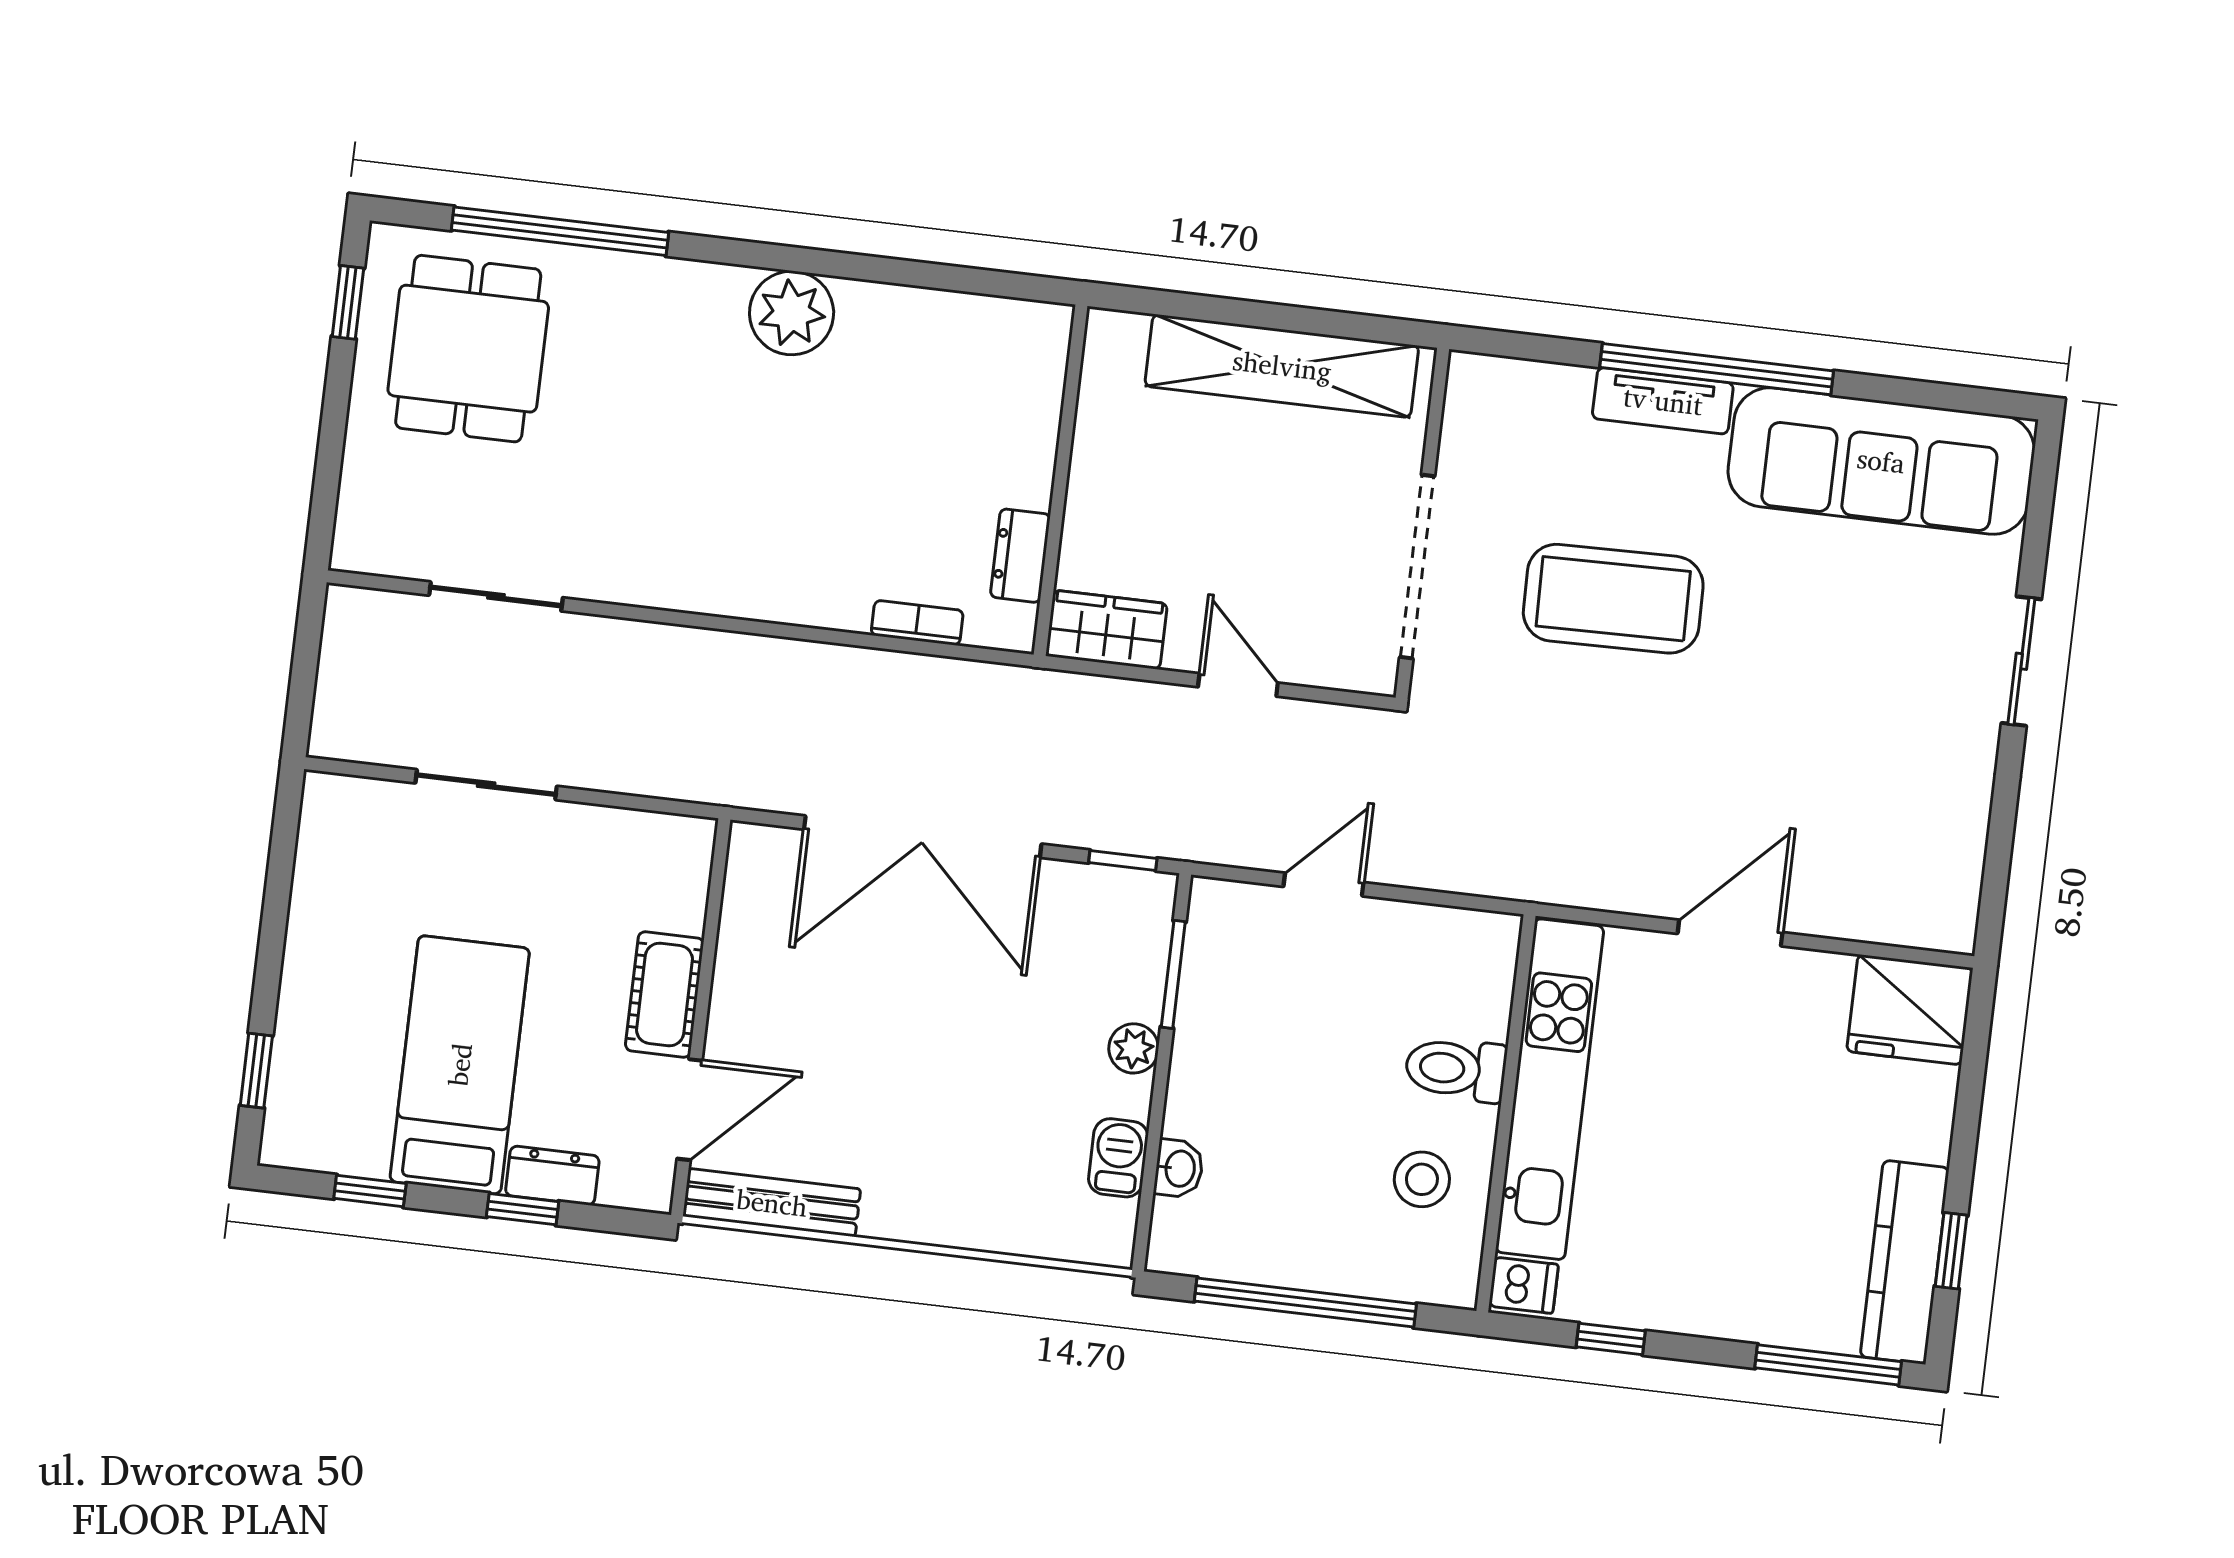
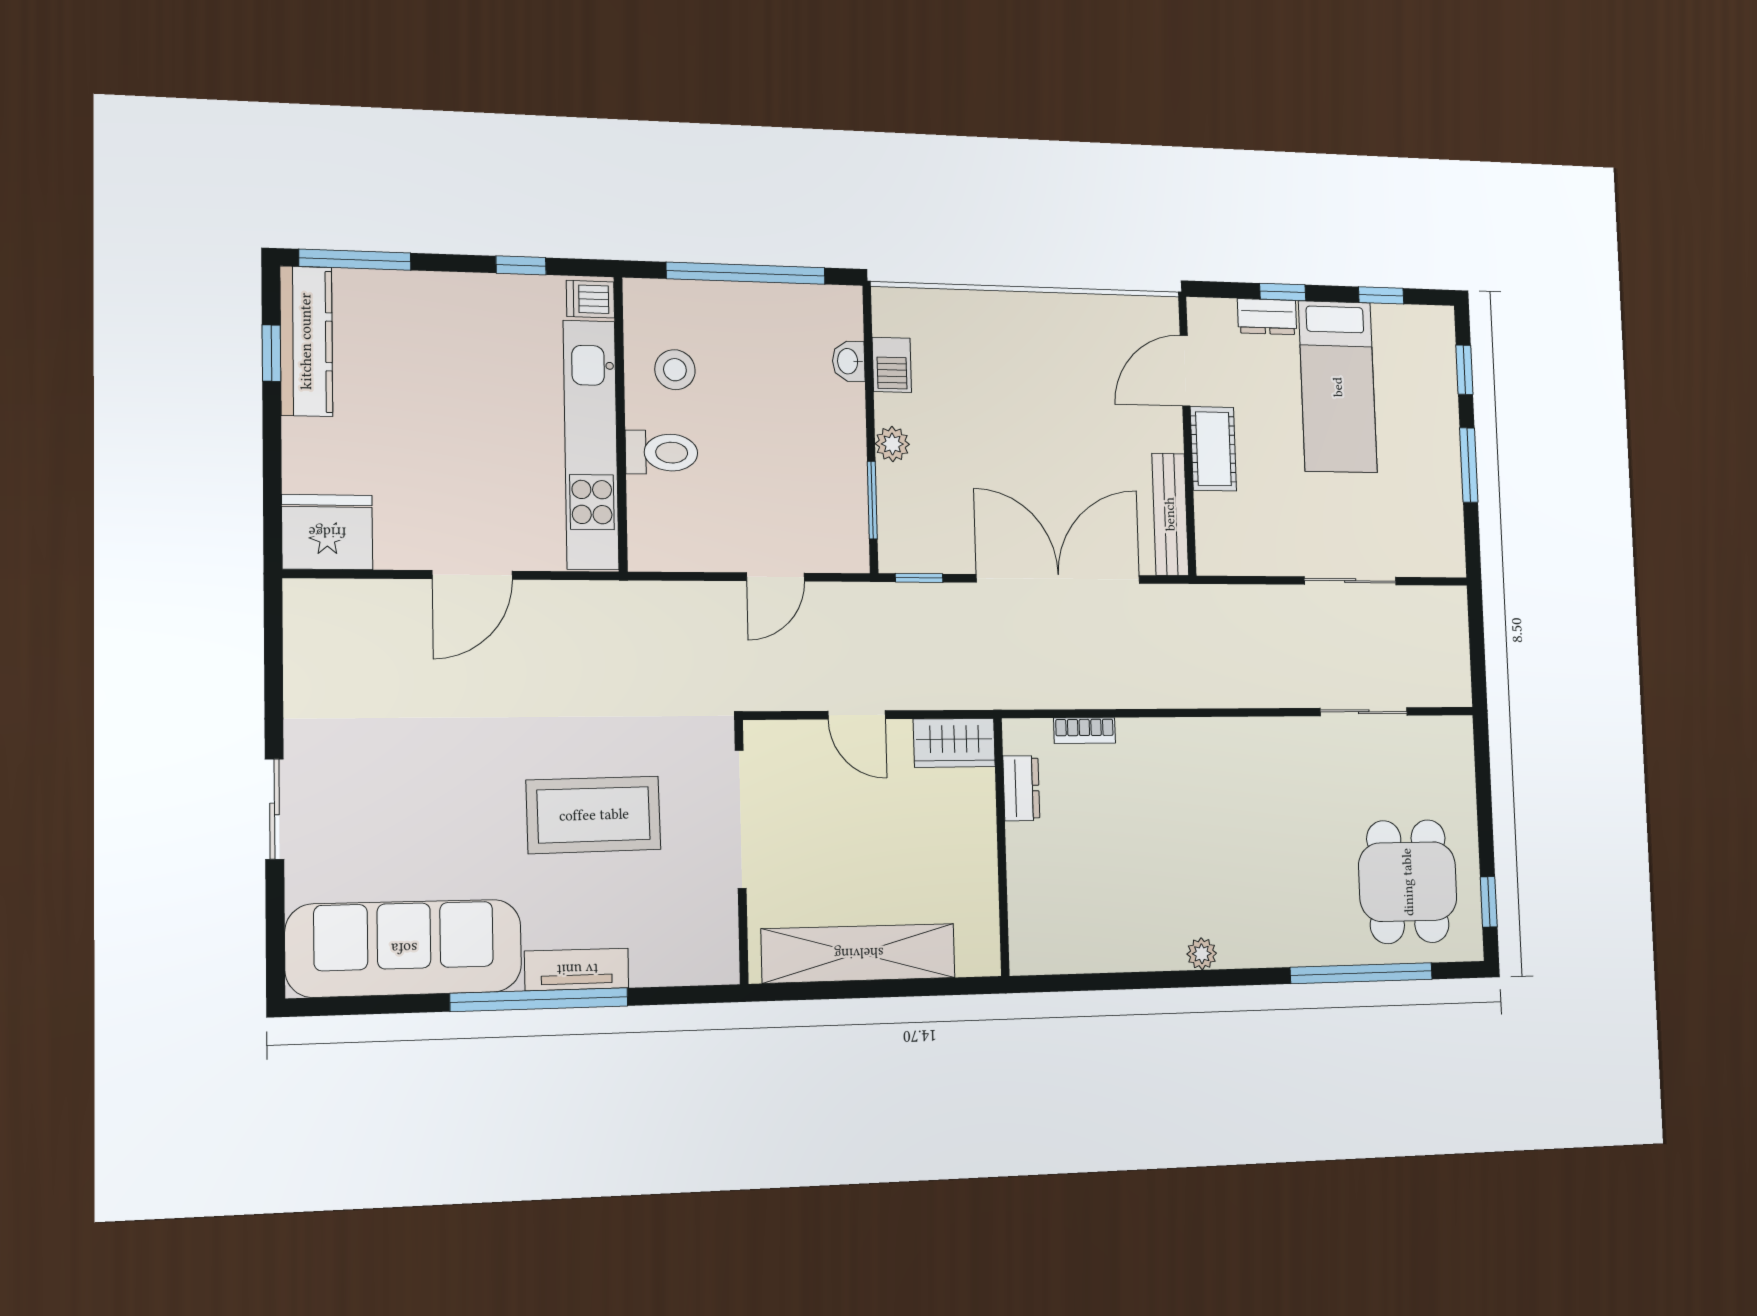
plant: (792, 313) -> (1202, 954), width x0.53, depth x0.53
window: (273, 931) -> (1469, 465), added
bench: (772, 1203) -> (1170, 514), moved, turned 90

